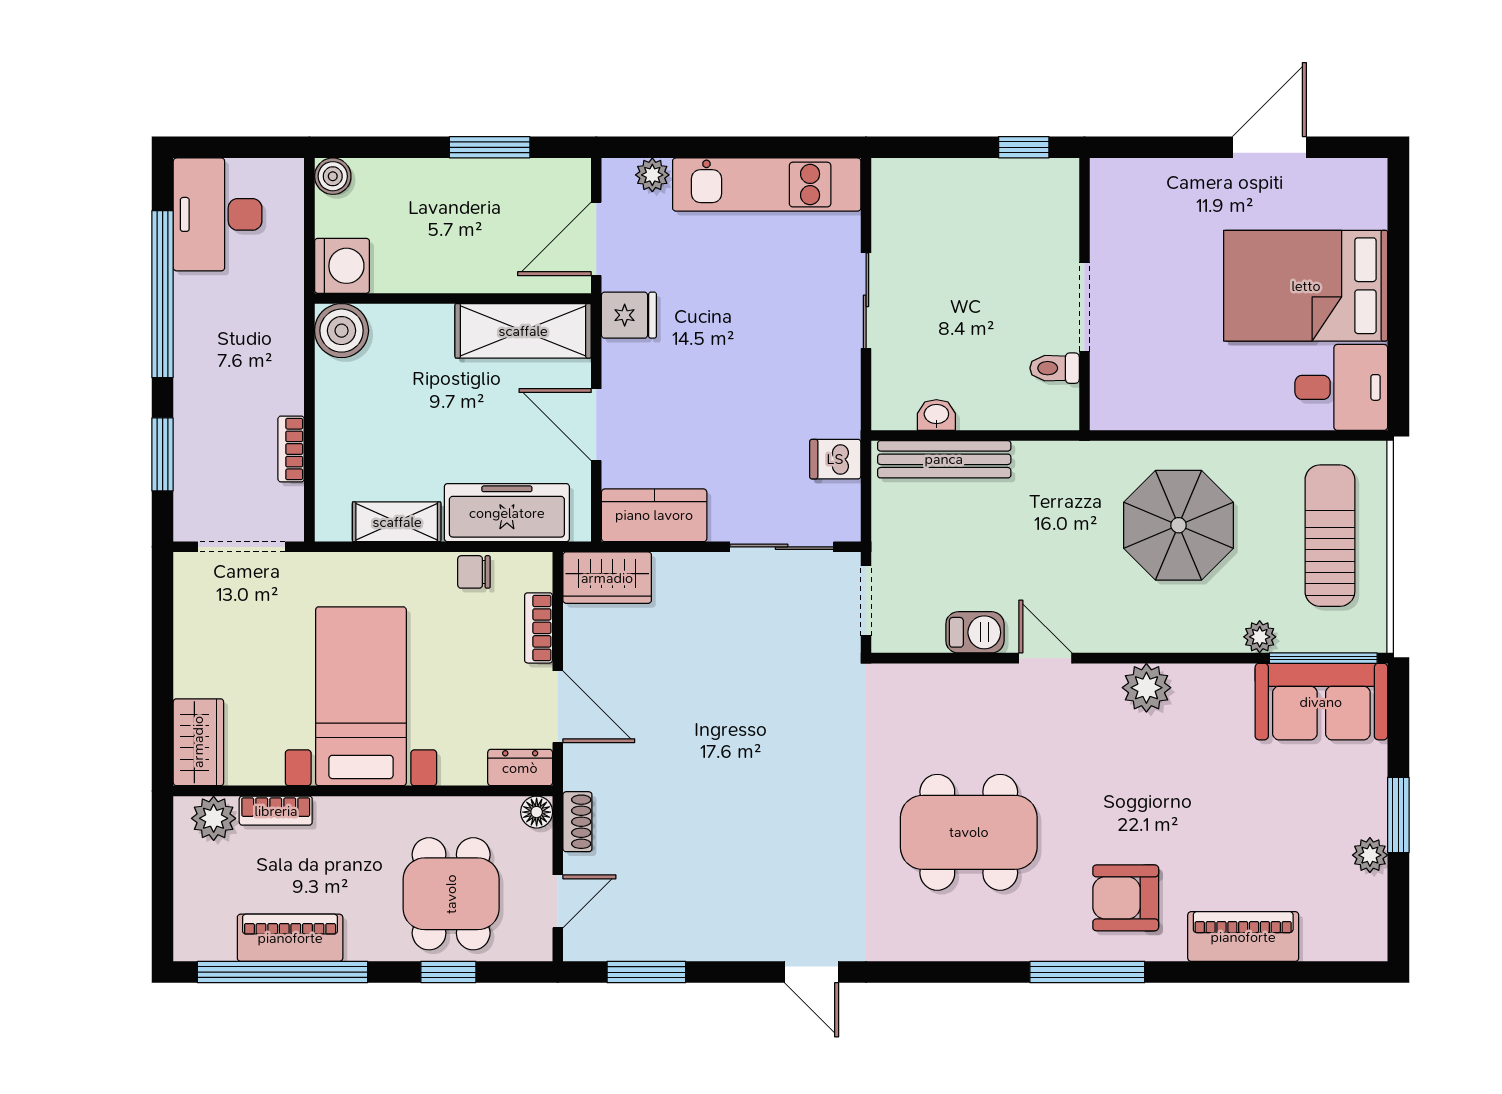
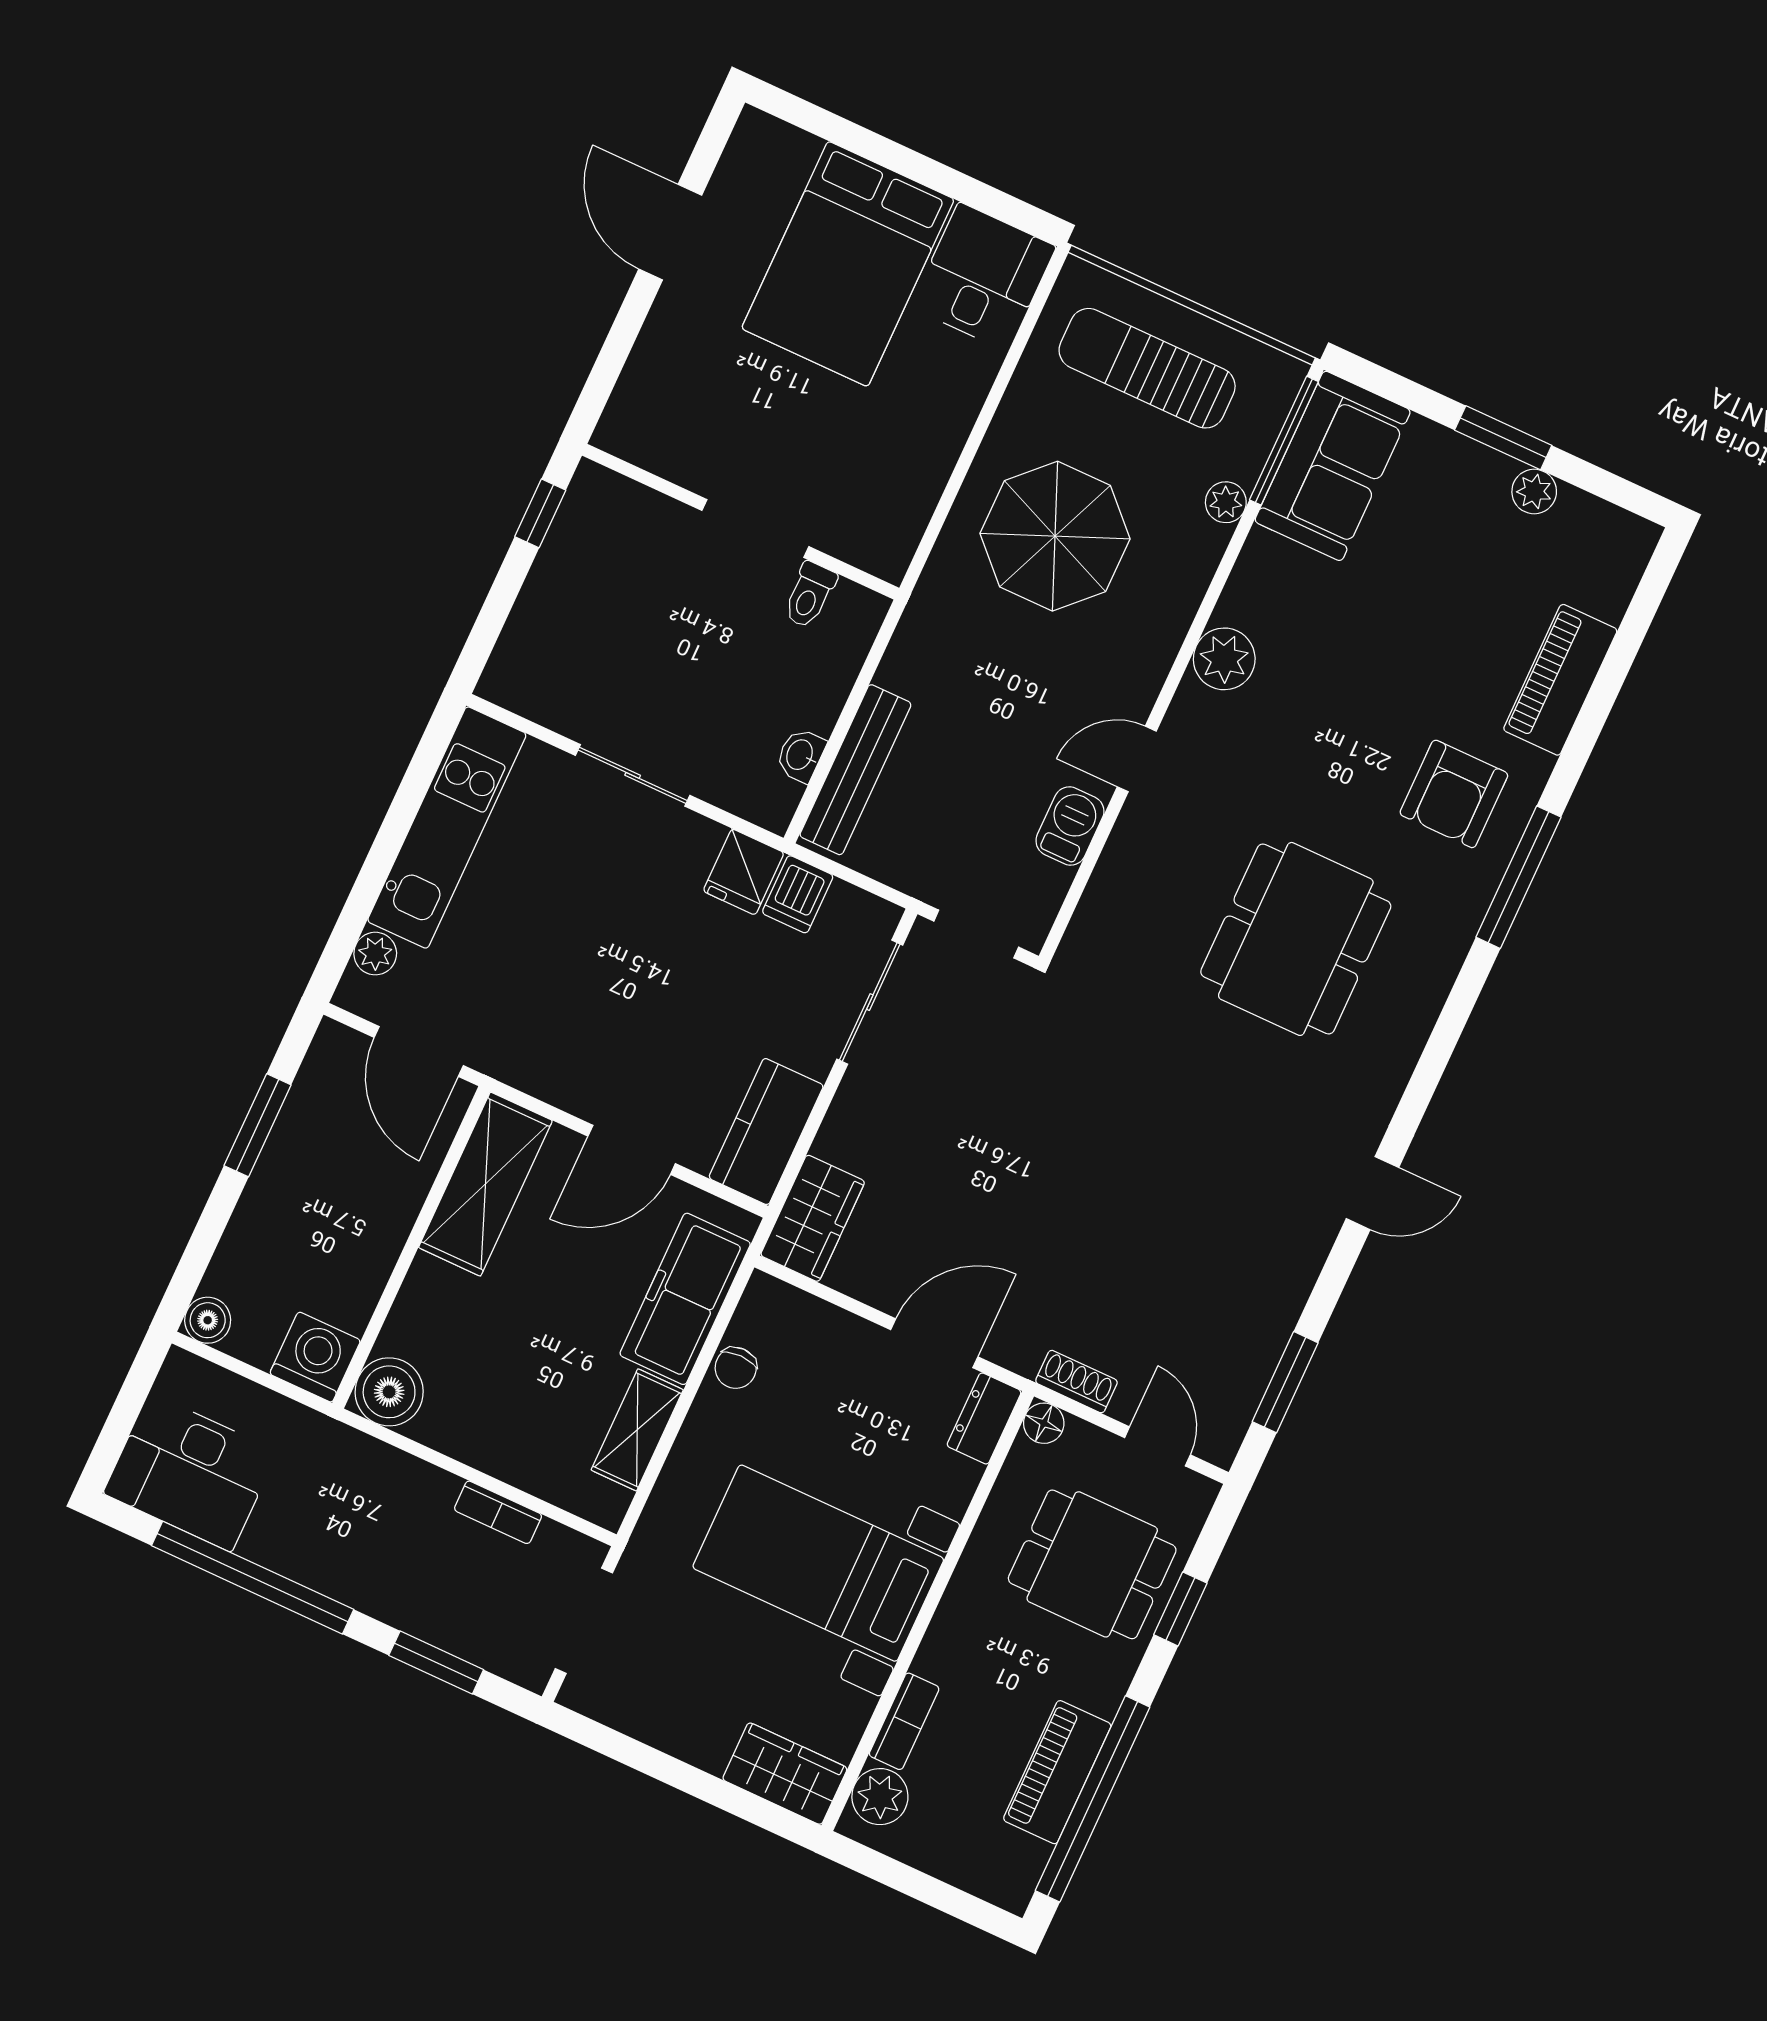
fridge: (629, 315) -> (744, 872), moved, turned 180
bookcase: (539, 628) -> (834, 1324), removed

